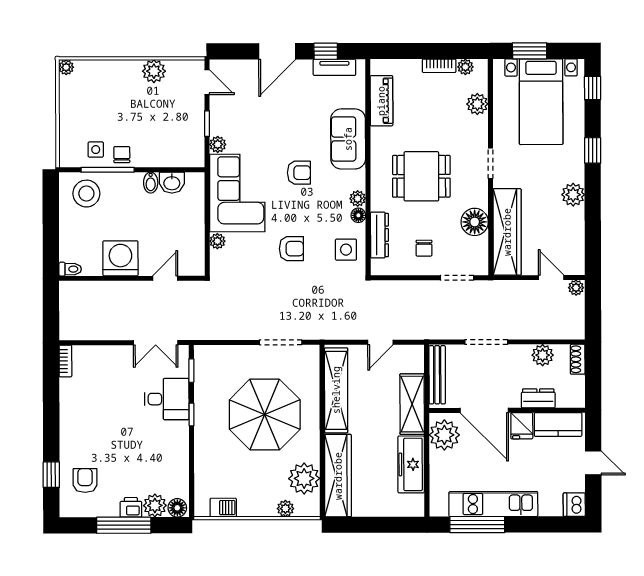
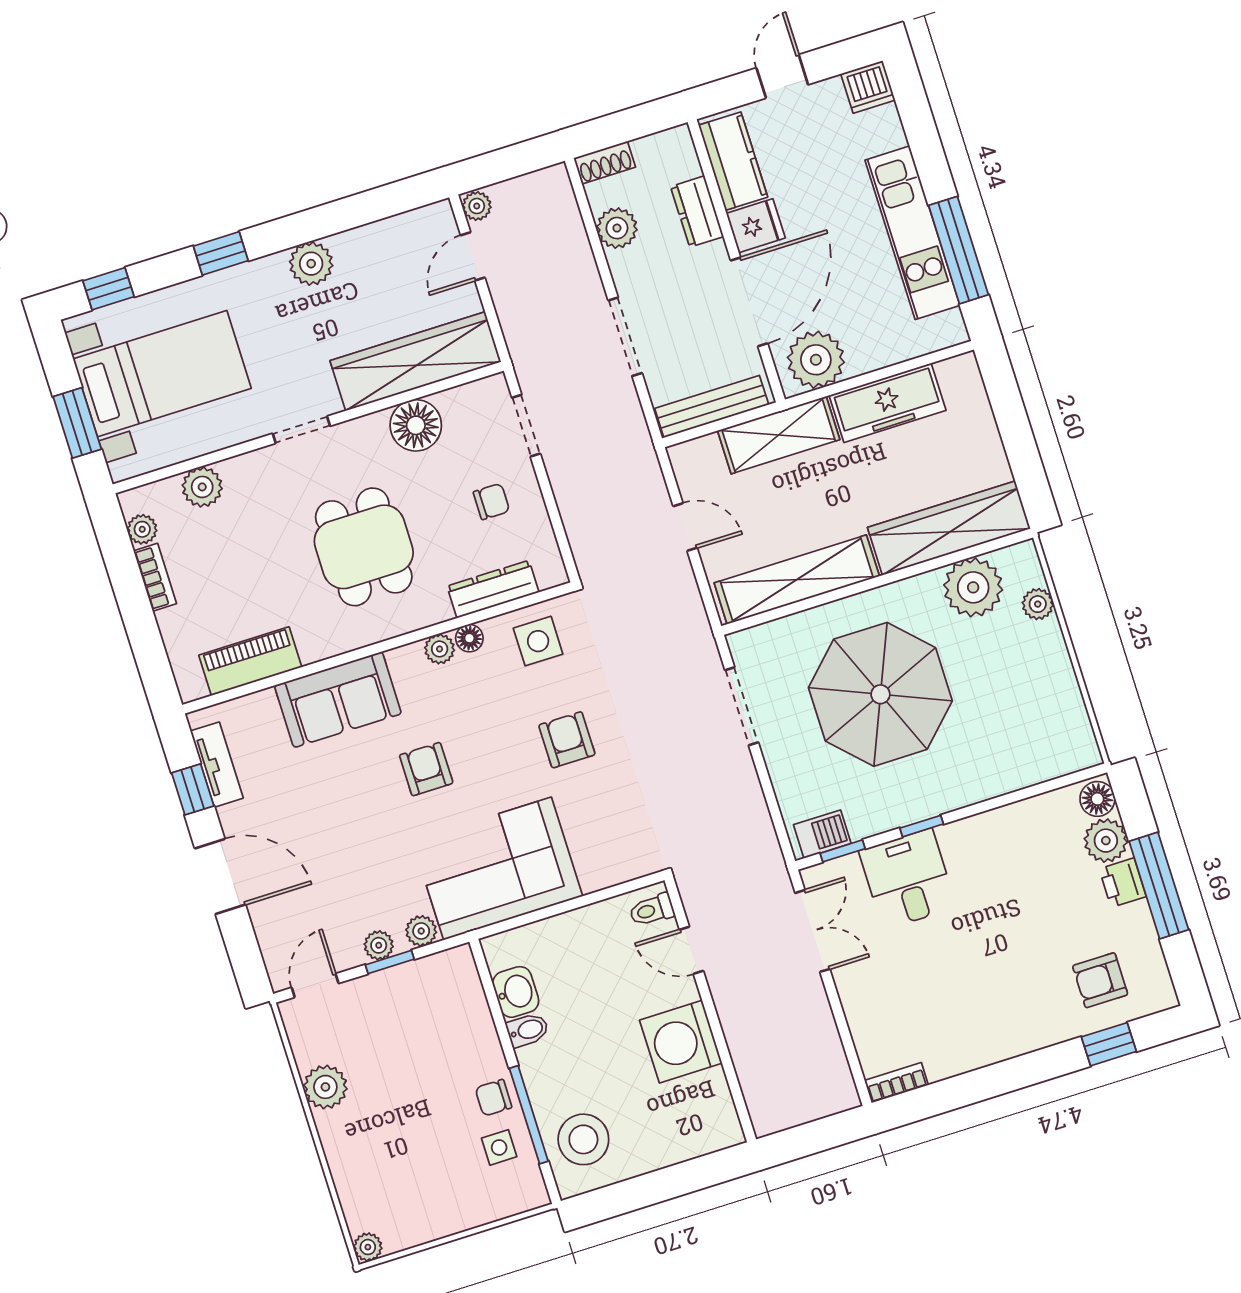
plant: (217, 241) -> (379, 945), moved
toilet: (70, 269) -> (652, 910), moved, turned -90
barbecue: (223, 508) -> (822, 834), moved, turned 90

